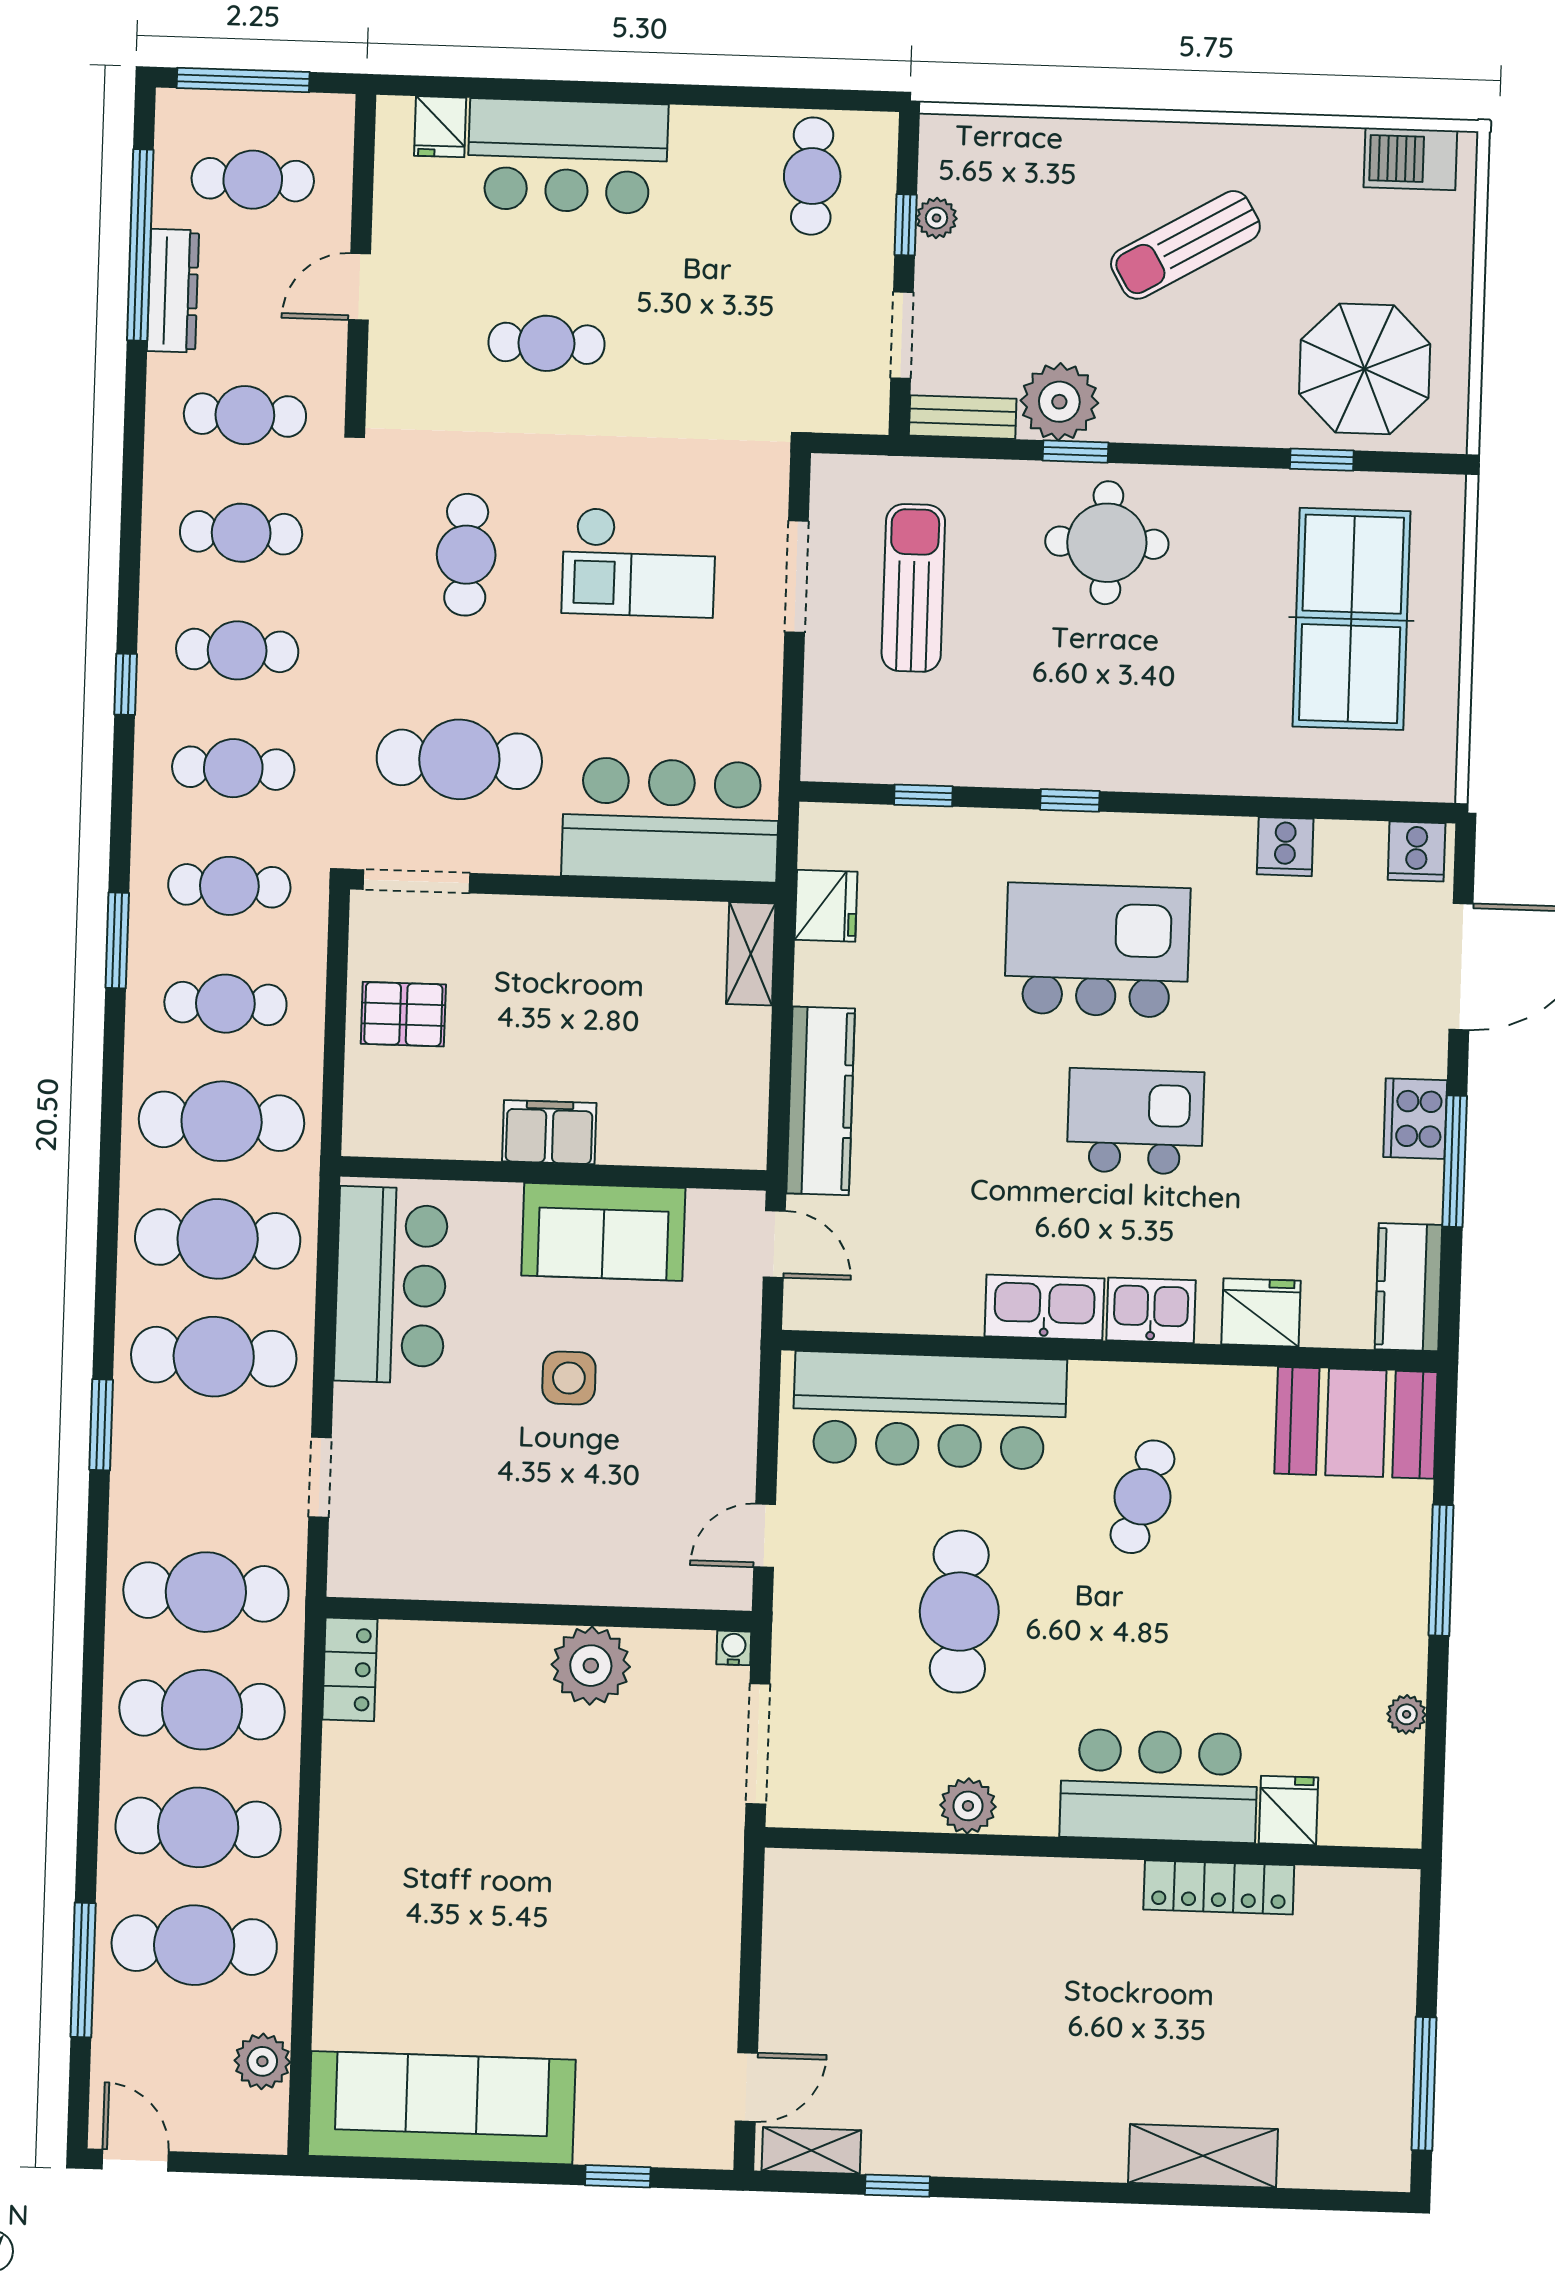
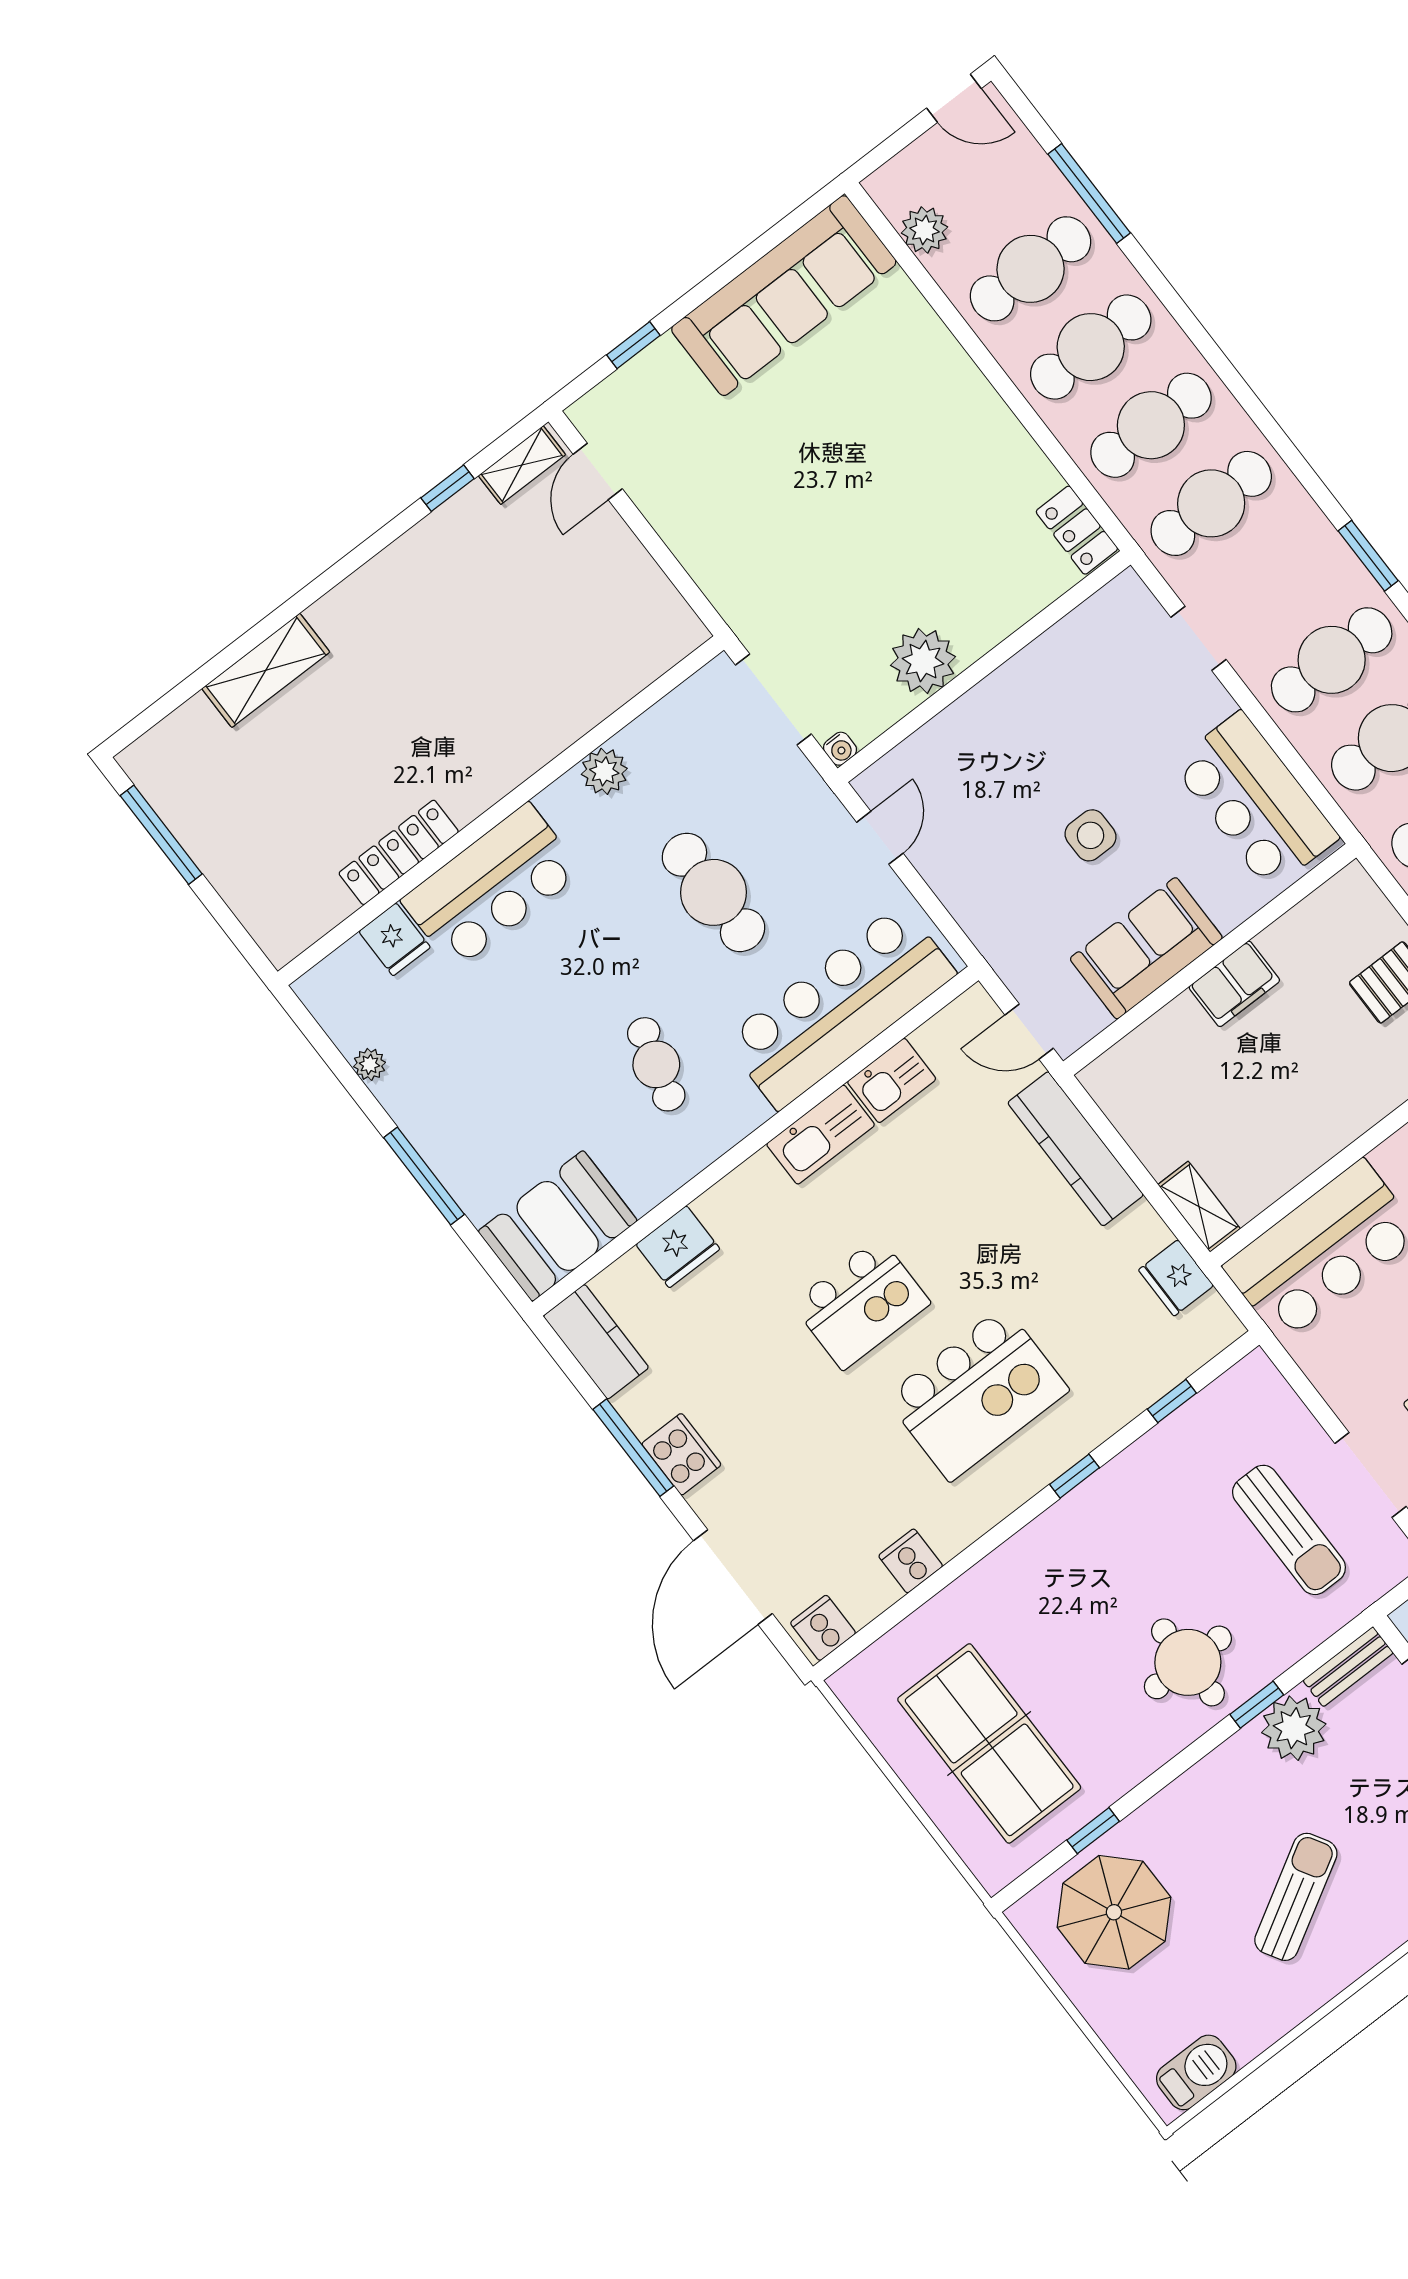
kitchen sink: (1151, 1310) -> (892, 1080), moved

